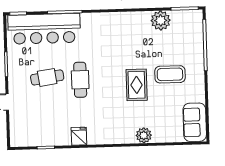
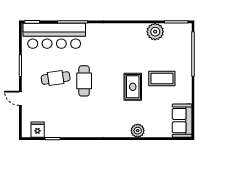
fridge: (79, 136) -> (38, 130), moved

